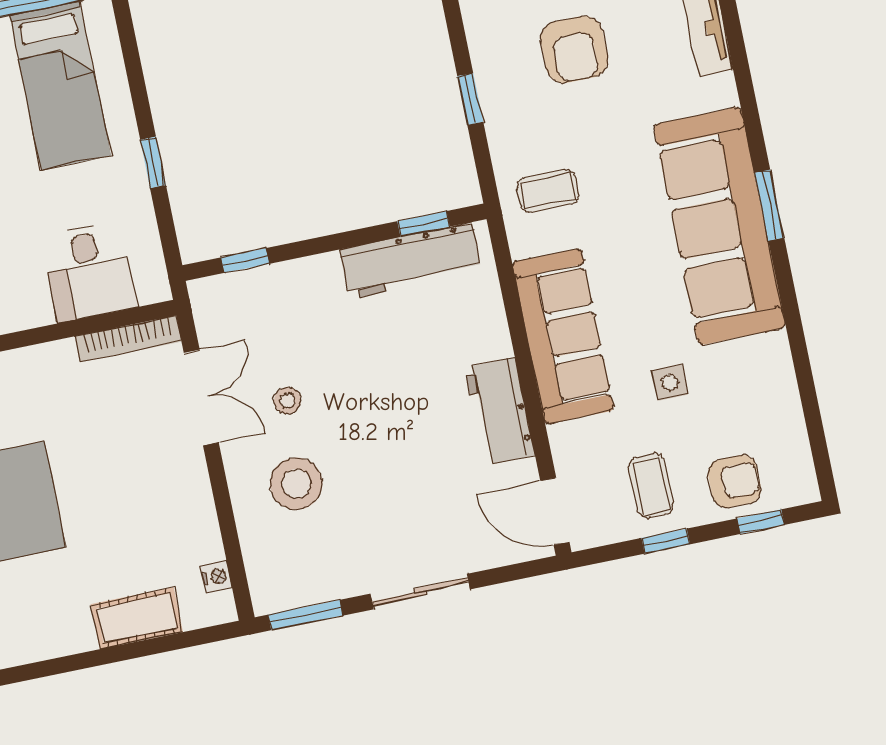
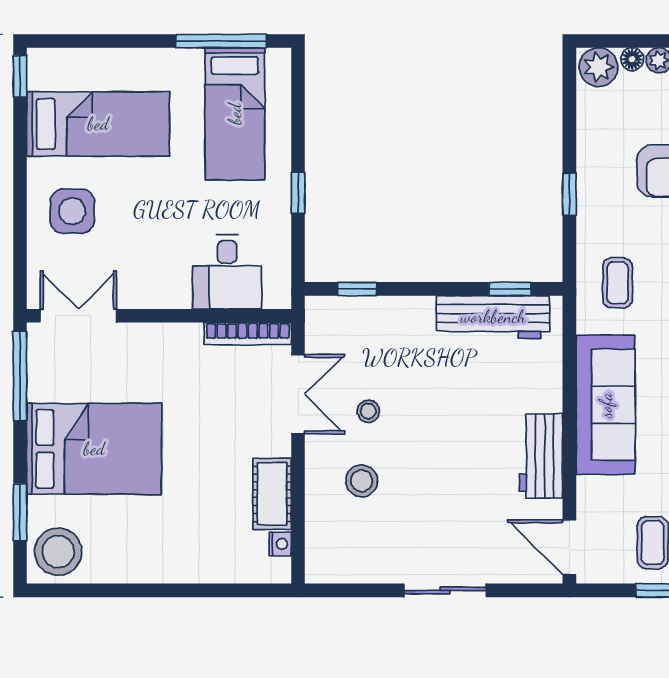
coffee table: (548, 191) -> (618, 283), turned 90
stool: (296, 484) -> (362, 481), width x0.73, depth x0.73
window: (306, 615) -> (347, 590), removed
cot: (137, 618) -> (272, 494), moved, turned 90

